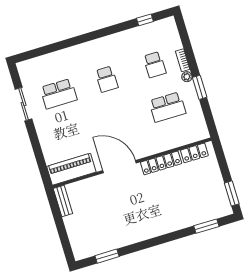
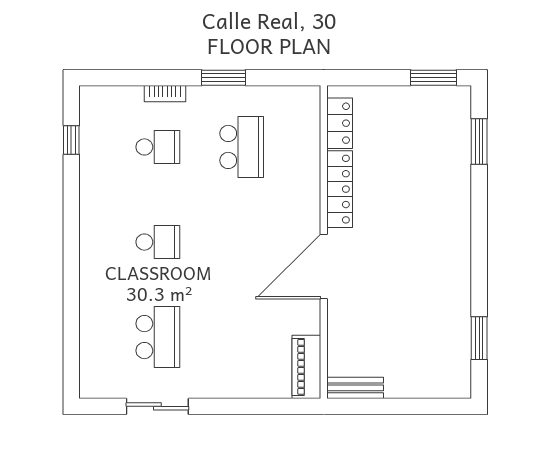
plant: (187, 77) -> (197, 95), removed
piano: (71, 169) -> (306, 367), width x0.73, depth x0.75

